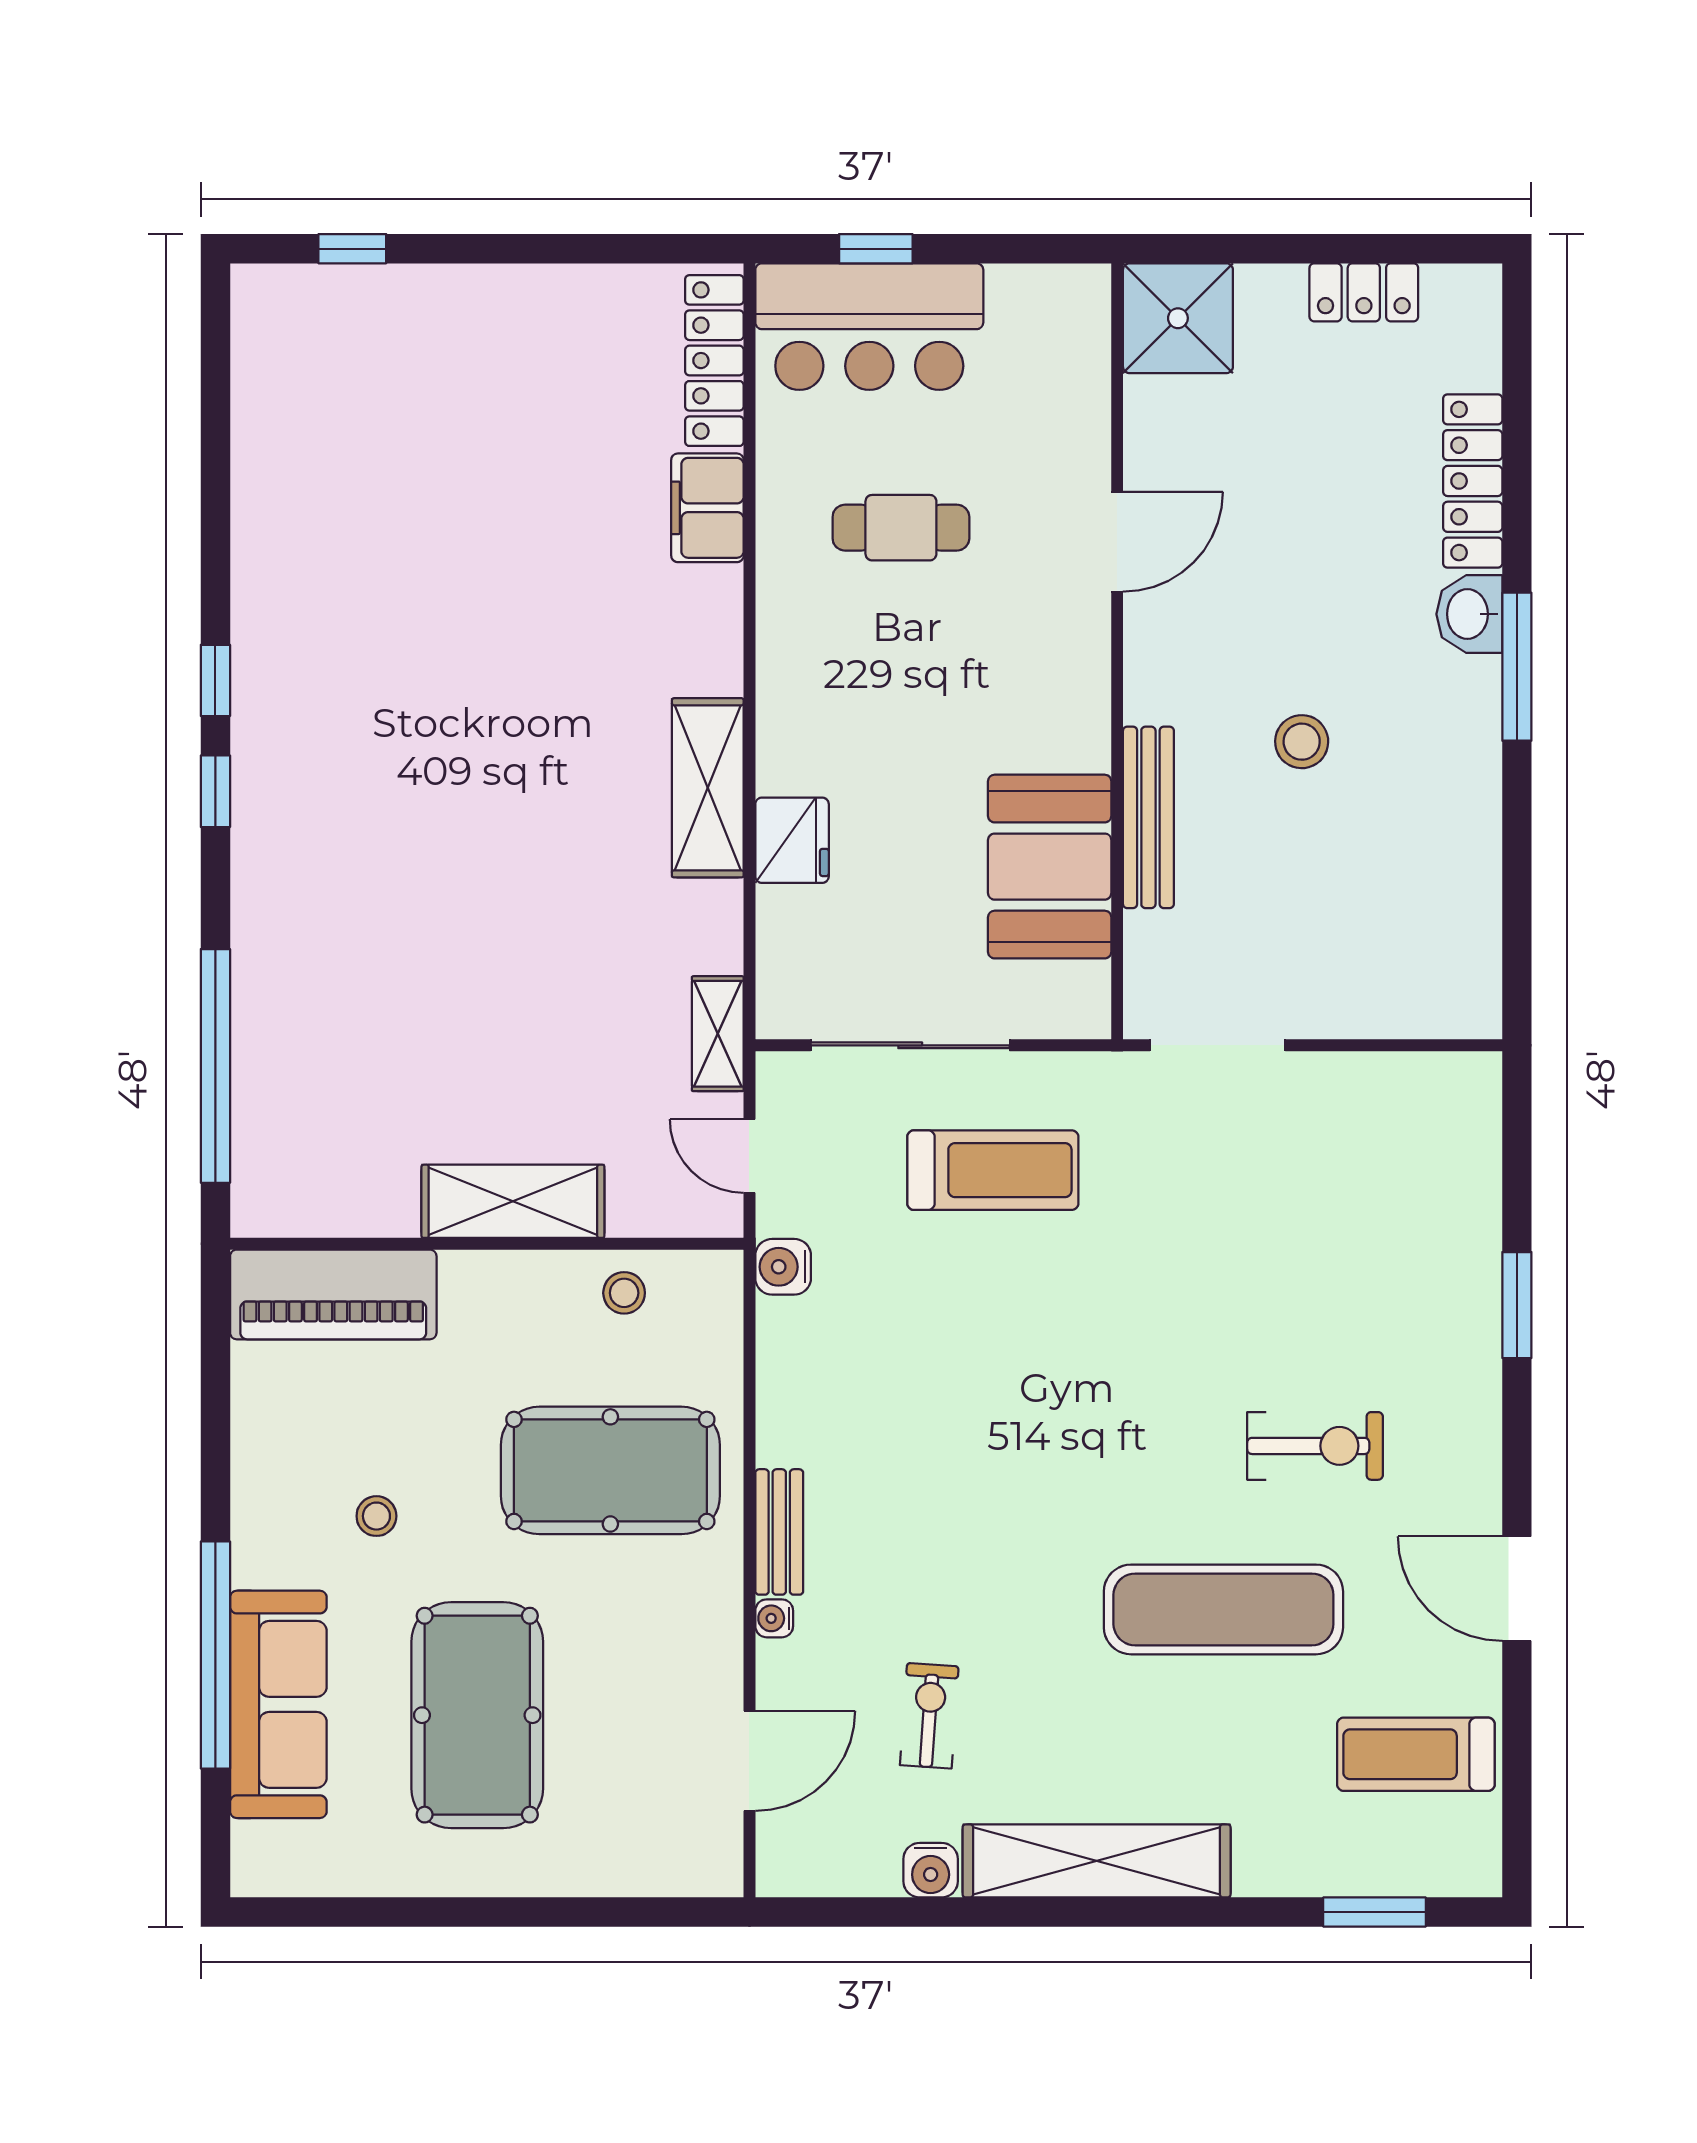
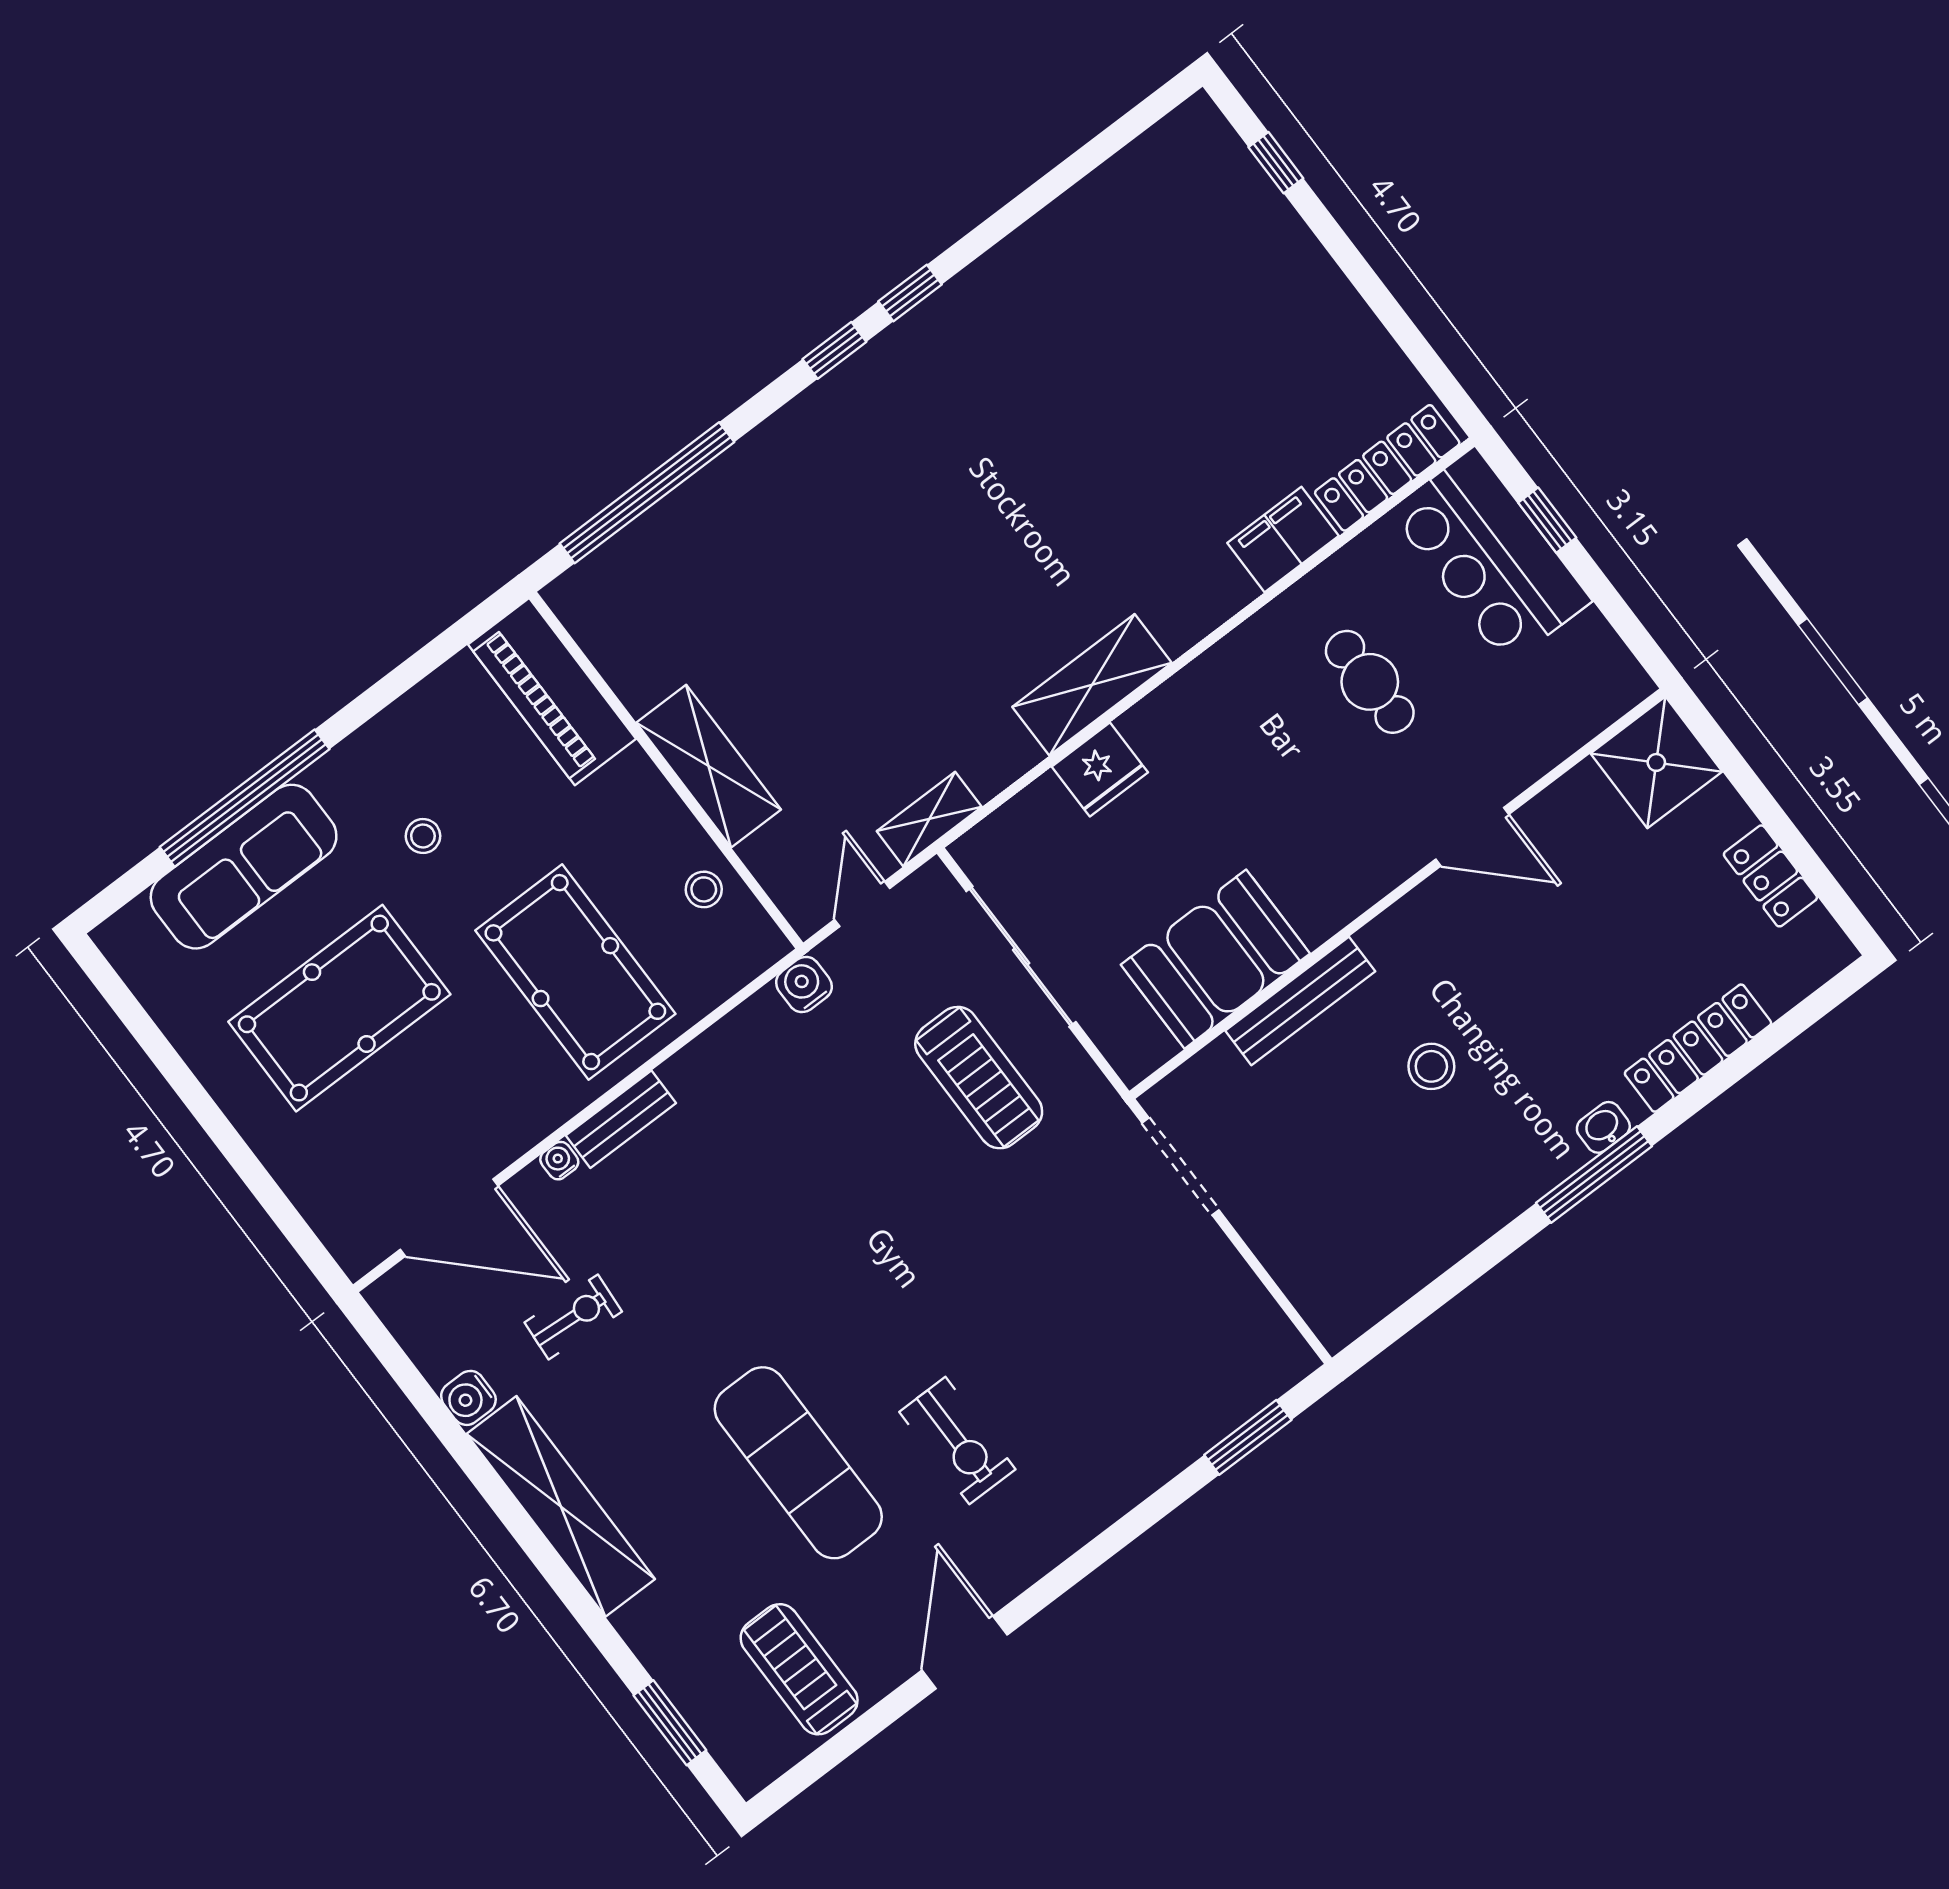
washbasin: (1469, 614) -> (1603, 1127), width x0.72, depth x0.69
window: (1517, 1305) -> (1248, 1437), moved
door: (749, 1761) -> (449, 1218), width x1.36

